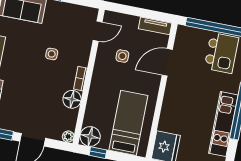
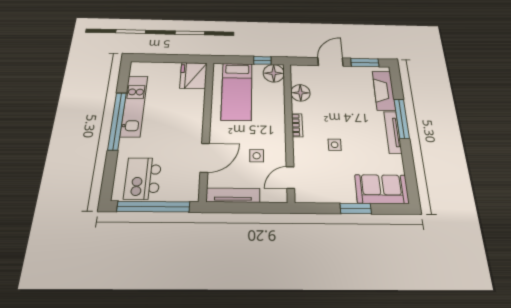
tv unit: (155, 26) -> (233, 195), width x1.41
floor lamp: (72, 99) -> (300, 93), moved
plant: (68, 137) -> (296, 70), removed

